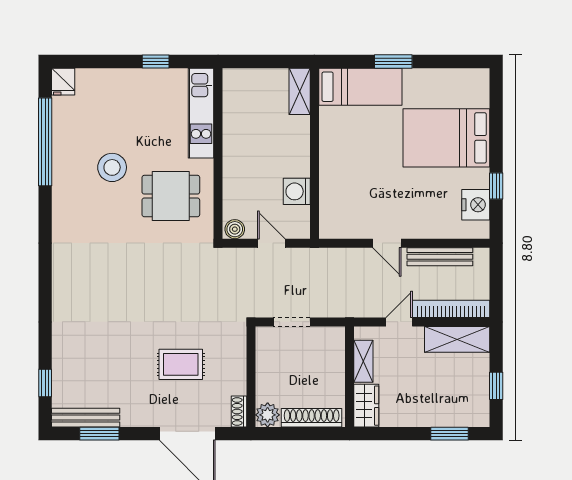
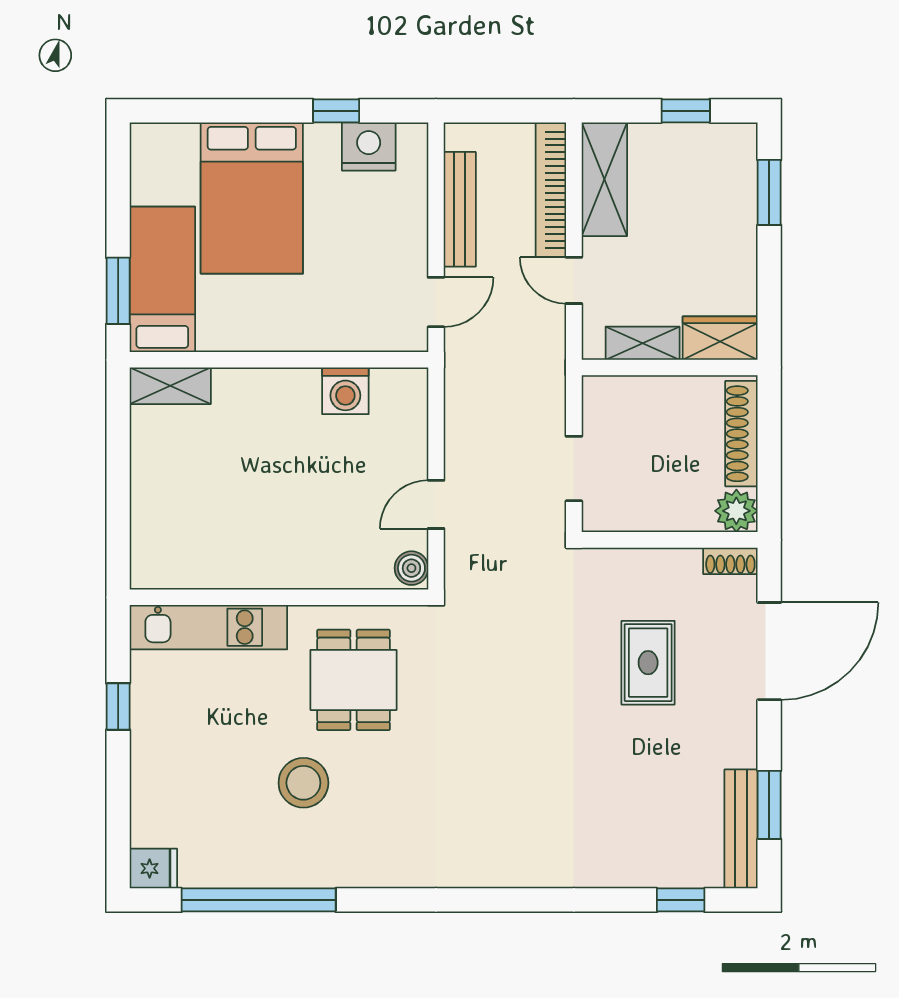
bed: (360, 87) -> (162, 279), moved
shelving: (300, 91) -> (170, 386), moved
wall: (314, 153) -> (279, 360), moved
washing machine: (297, 191) -> (345, 391), moved

